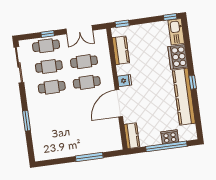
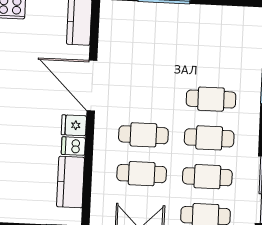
dishwasher: (123, 70) -> (73, 146), added
door: (119, 103) -> (92, 86), swing flipped
cafe table: (55, 108) -> (211, 99), added

